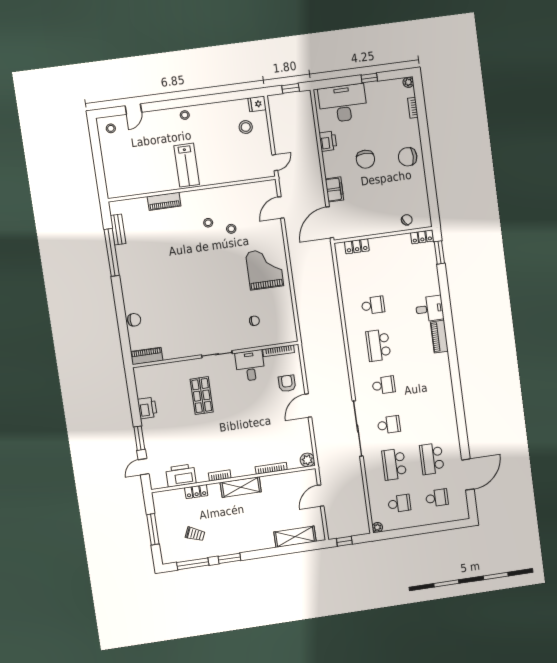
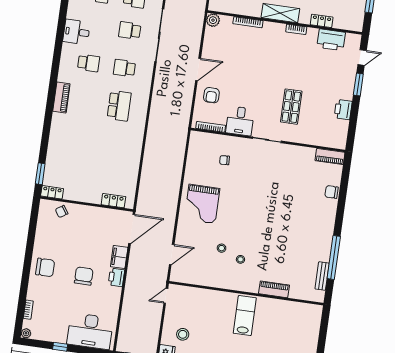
printer: (328, 141) -> (116, 277), moved
school desk: (373, 305) -> (89, 63), moved, turned 180
desk: (430, 309) -> (77, 32), moved

